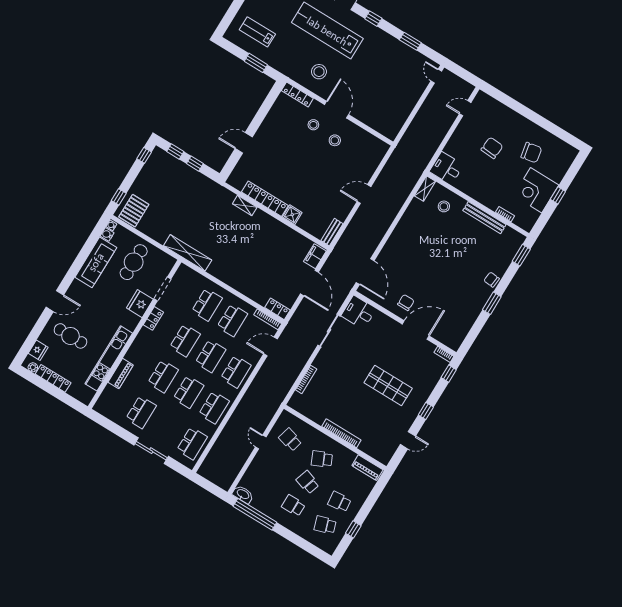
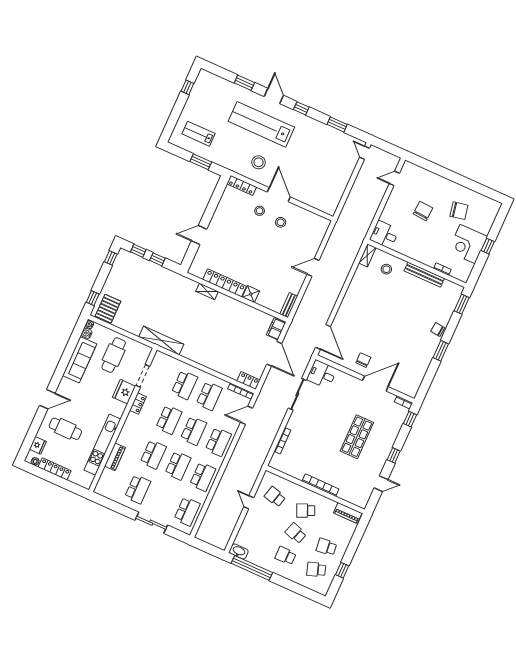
shop shelf: (388, 385) -> (357, 437), turned 90

